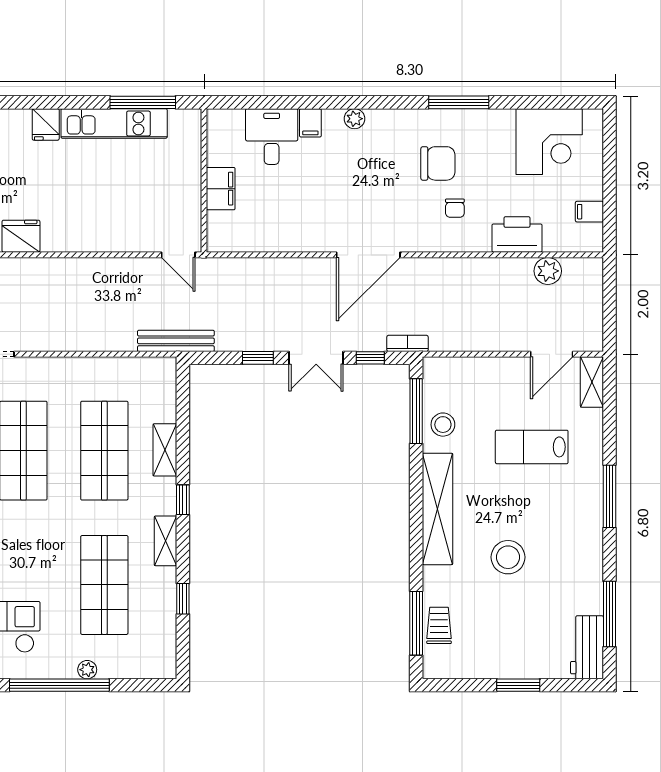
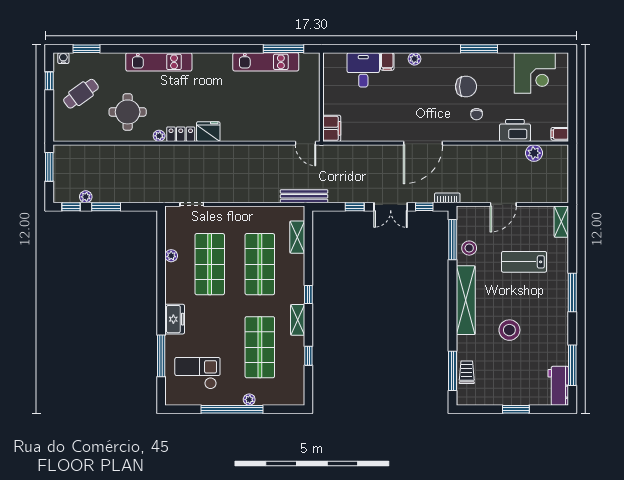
fridge: (46, 124) -> (224, 62), removed
filing cabinet: (221, 189) -> (332, 128), moved
filing cabinet: (589, 212) -> (560, 134), moved
door: (552, 354) -> (503, 204), moved
shelving: (165, 450) -> (297, 237), moved

